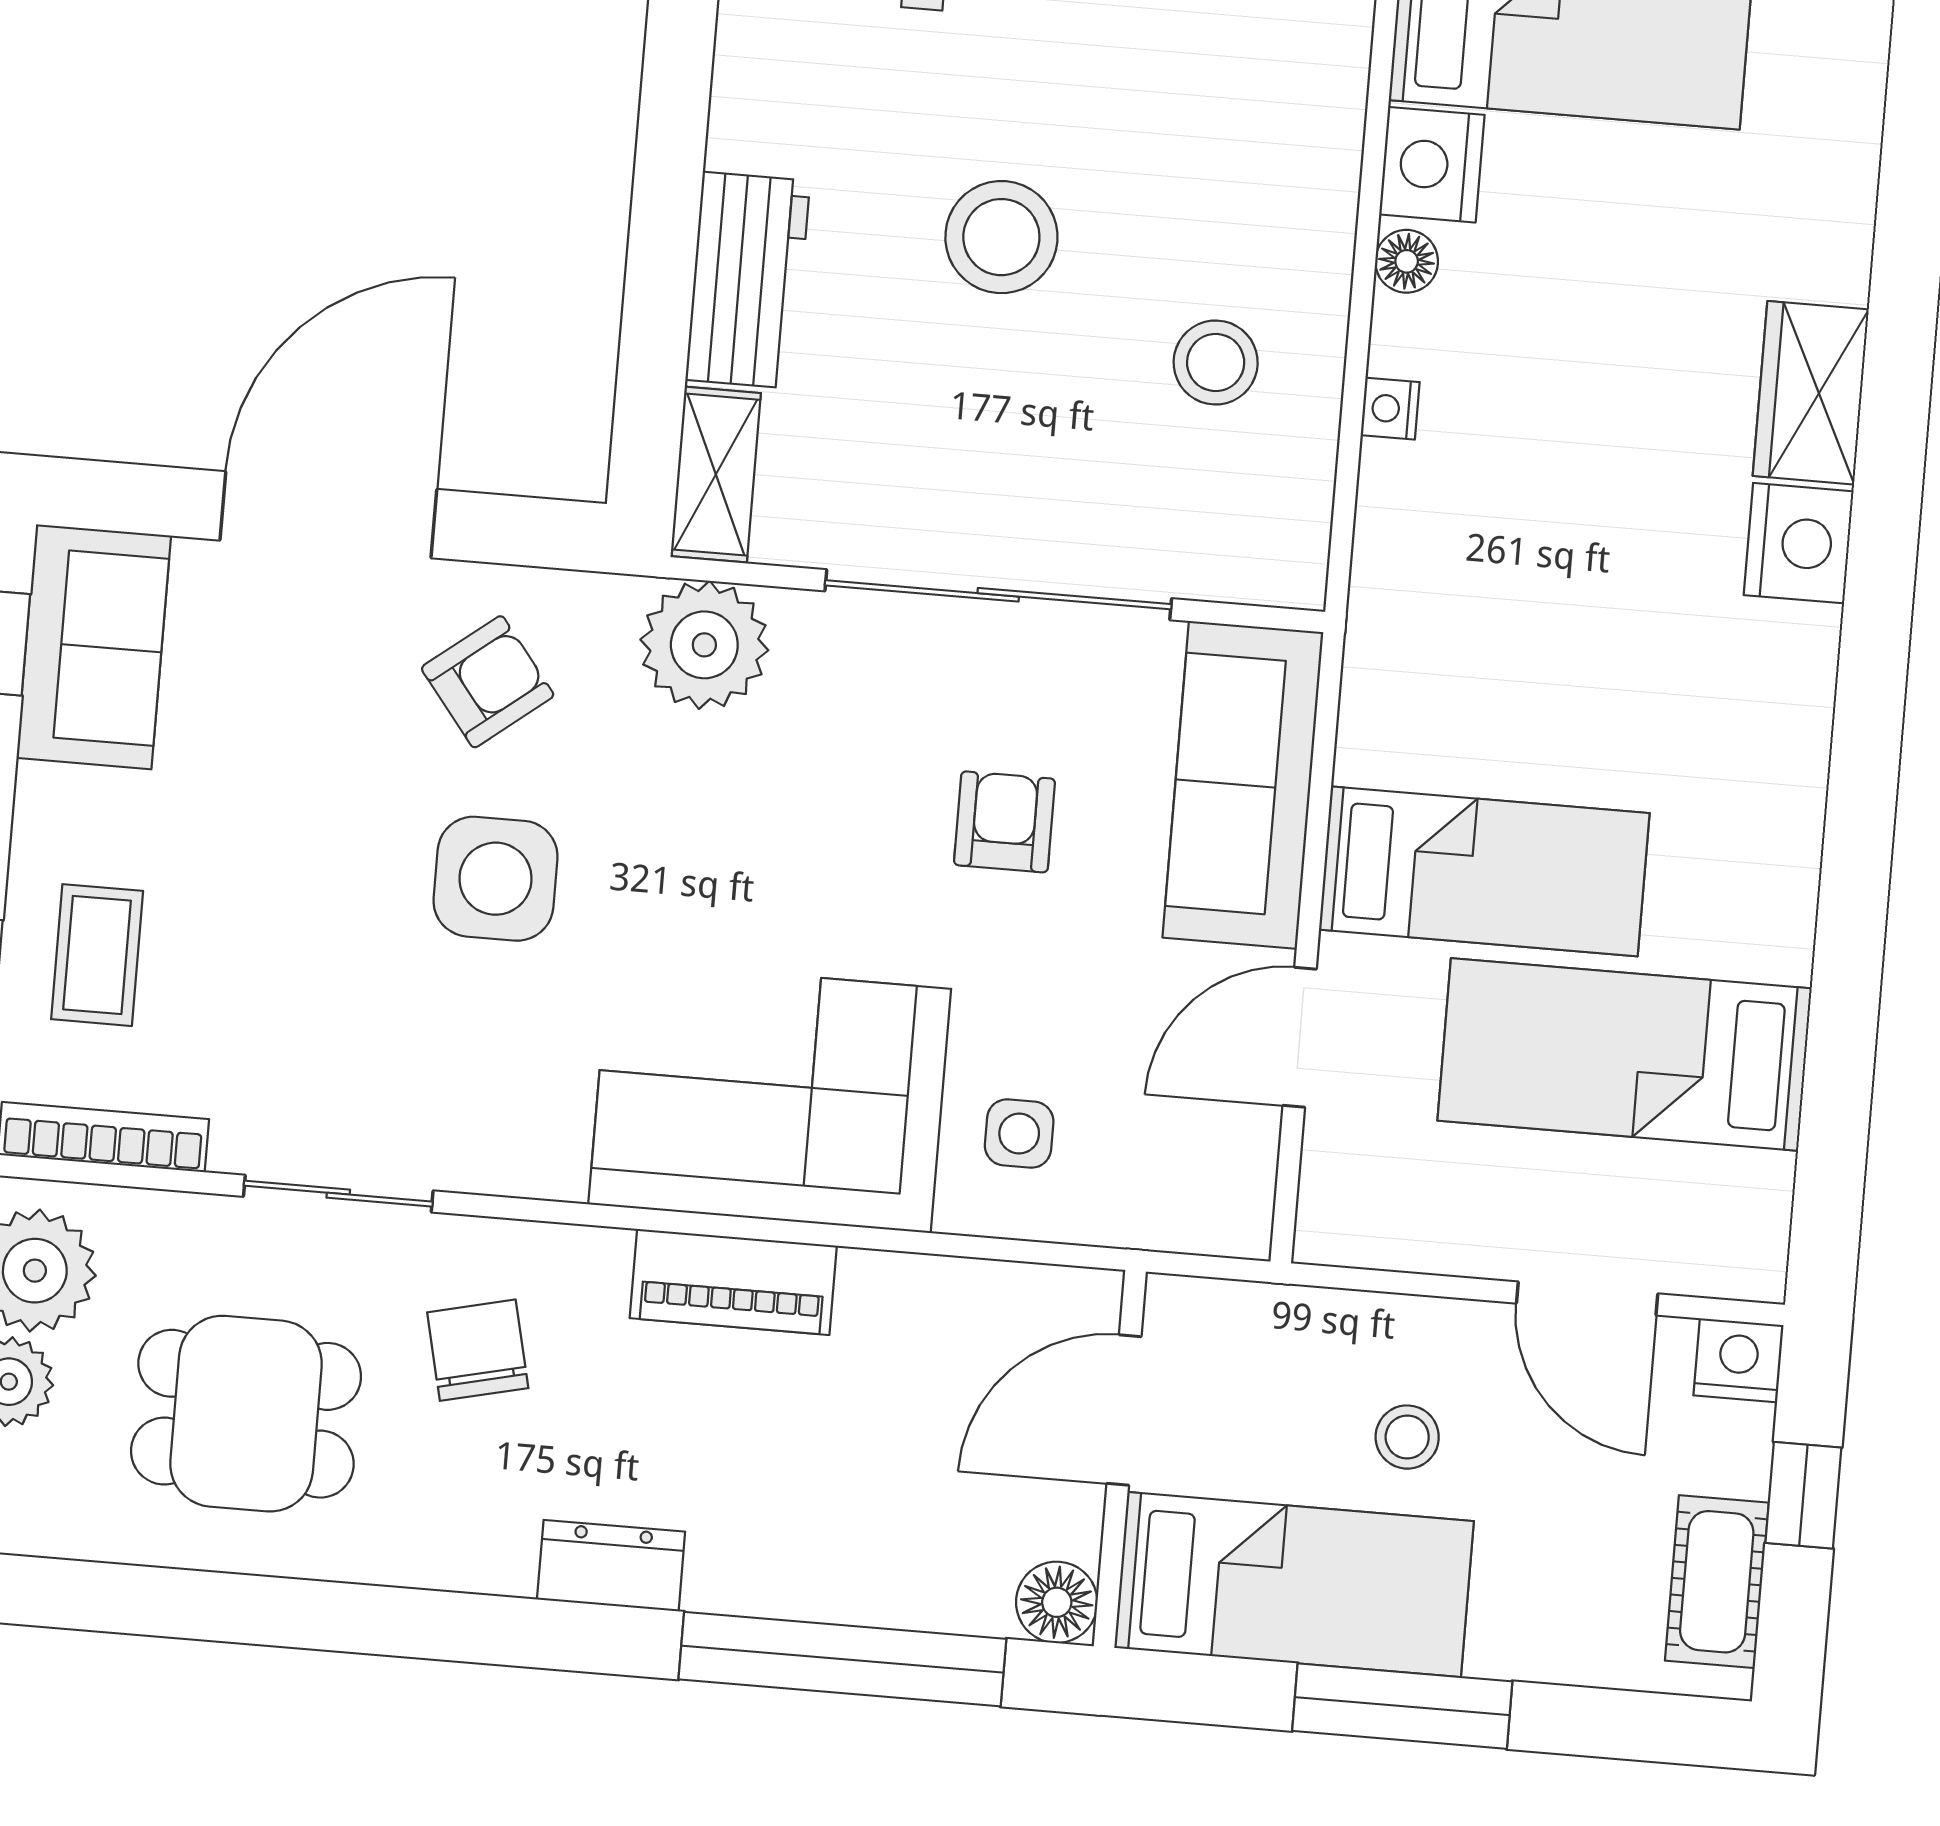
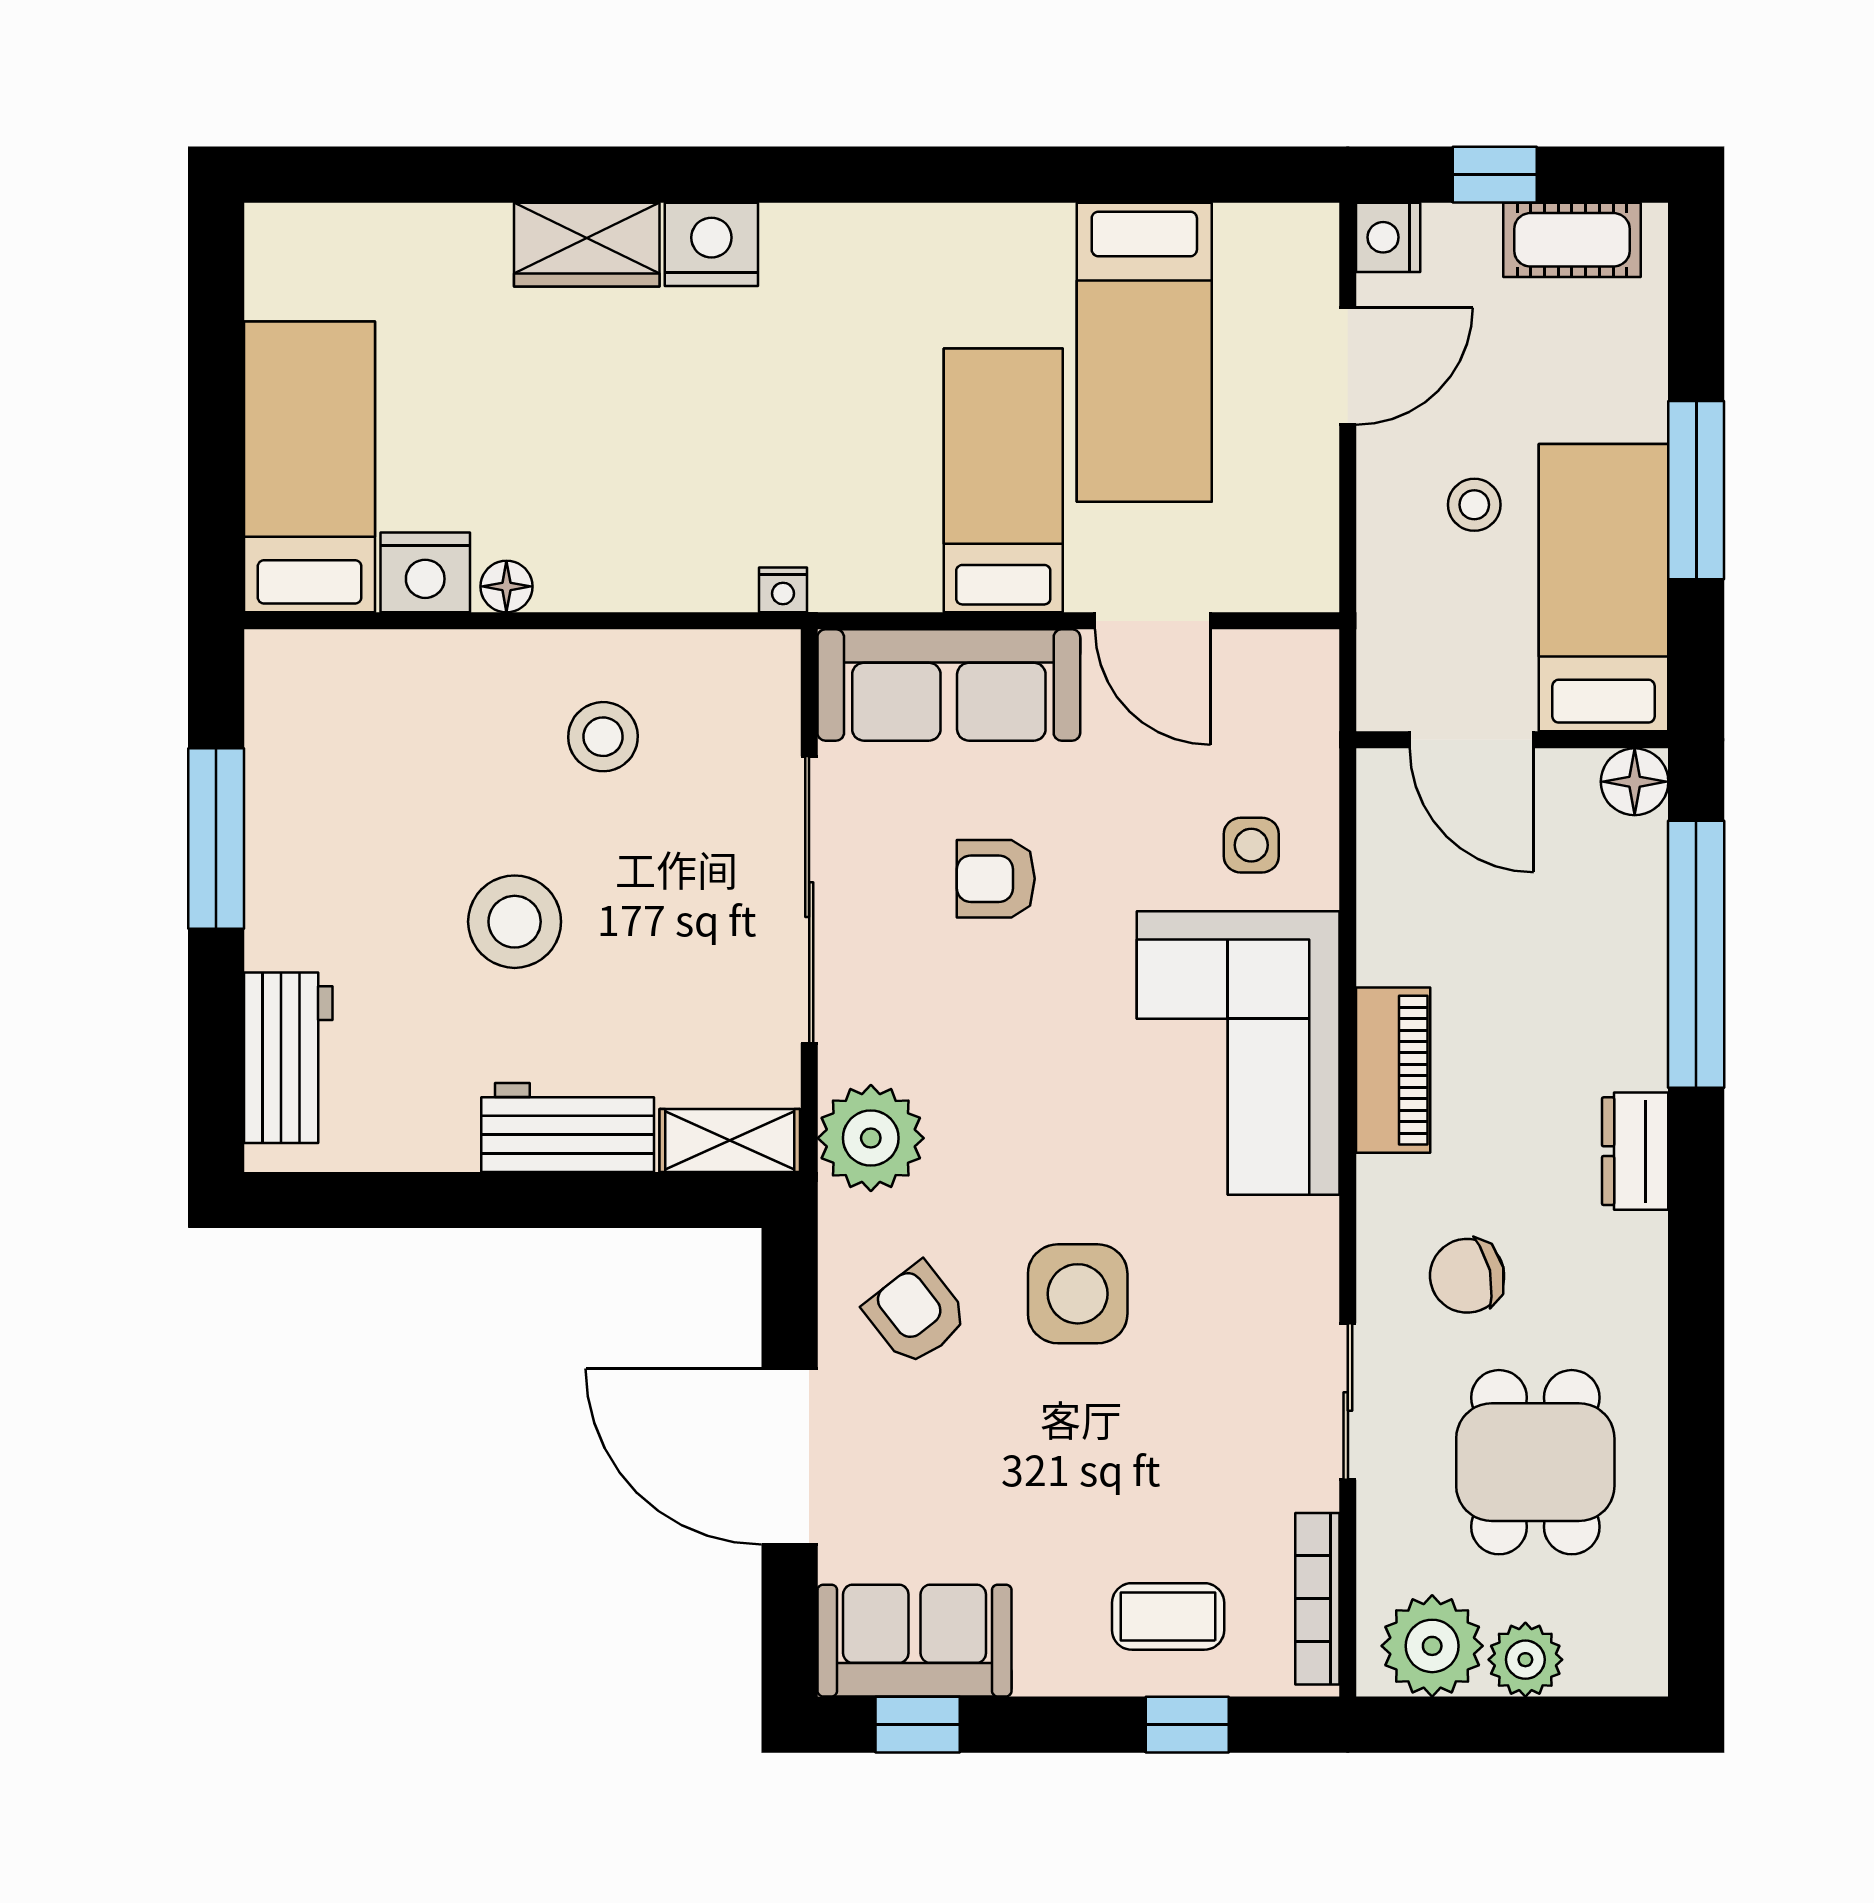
nightstand: (1390, 409) -> (783, 590), moved

